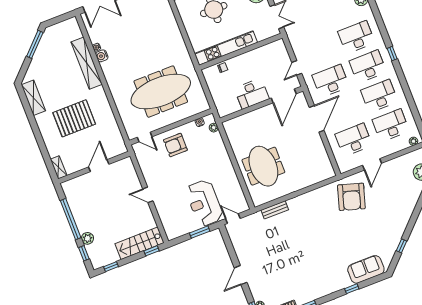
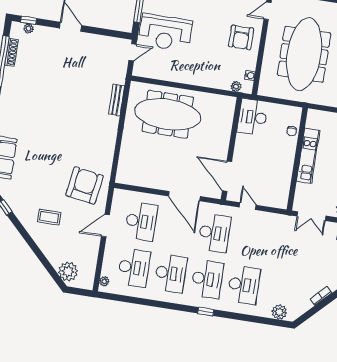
kitchen unit: (226, 48) -> (308, 156), width x0.73
desk: (252, 94) -> (253, 117), moved
armchair: (175, 145) -> (241, 37), turned 180
door: (372, 164) -> (105, 226), hinge flipped
meeting table: (263, 166) -> (168, 114), width x1.36
armchair: (351, 197) -> (85, 185), turned 82
reception desk: (204, 203) -> (165, 33), turned 180
coffee table: (390, 209) -> (49, 217), added

